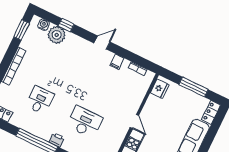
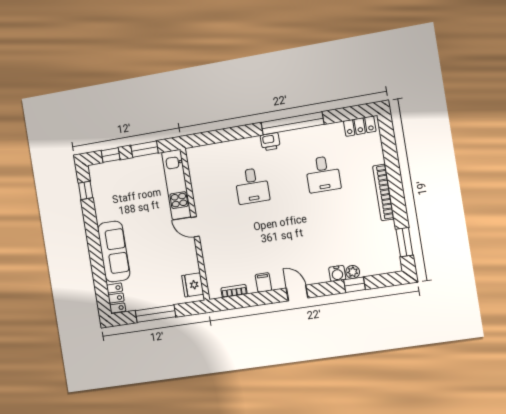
water cooler: (44, 25) -> (337, 273), moved
plant: (57, 35) -> (353, 272), width x0.53, depth x0.53
door: (102, 43) -> (297, 293), swing flipped
desk: (85, 122) -> (252, 186), width x0.73

